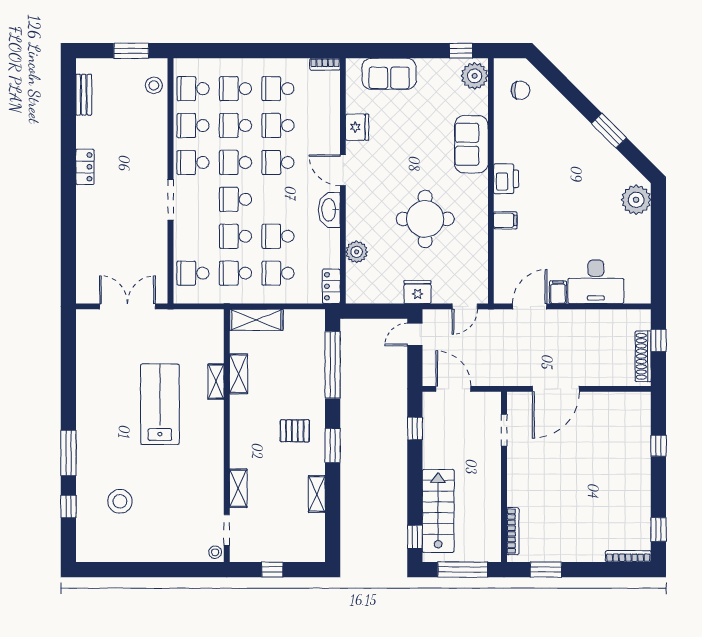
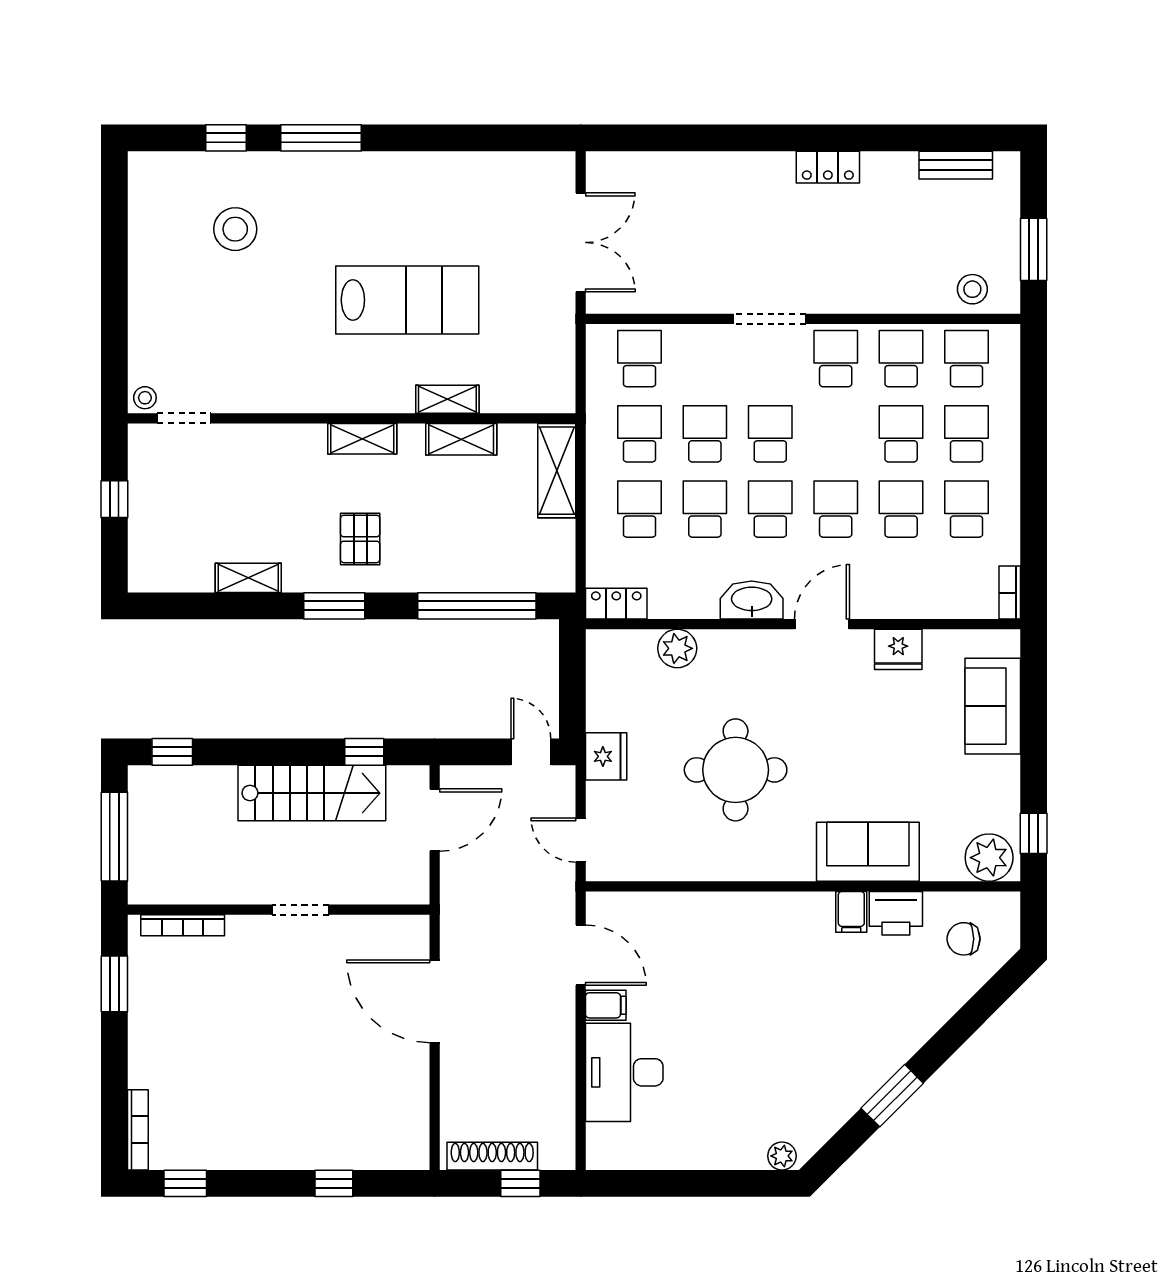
chair: (520, 90) -> (964, 939), turned 90
school desk: (235, 162) -> (770, 509), moved
printer: (506, 179) -> (896, 913), moved
plant: (636, 200) -> (782, 1156), width x0.53, depth x0.53
filing cabinet: (505, 220) -> (851, 912), moved
doorway: (504, 430) -> (301, 910), moved
shelving: (238, 488) -> (362, 439), moved
stairs: (438, 511) -> (312, 793), moved

